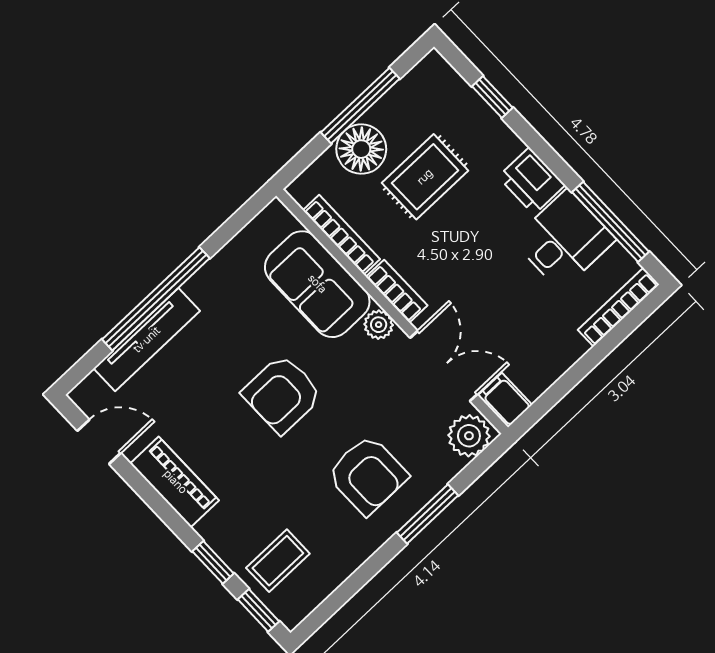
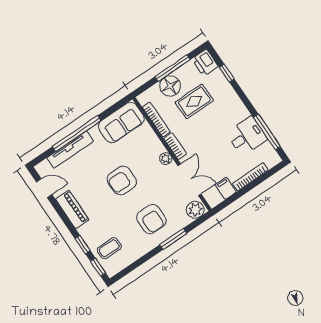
printer: (532, 181) -> (205, 63), moved
sofa: (317, 284) -> (121, 122), moved, turned -90
bookcase: (618, 307) -> (250, 177), moved
filing cabinet: (505, 400) -> (226, 188), moved

